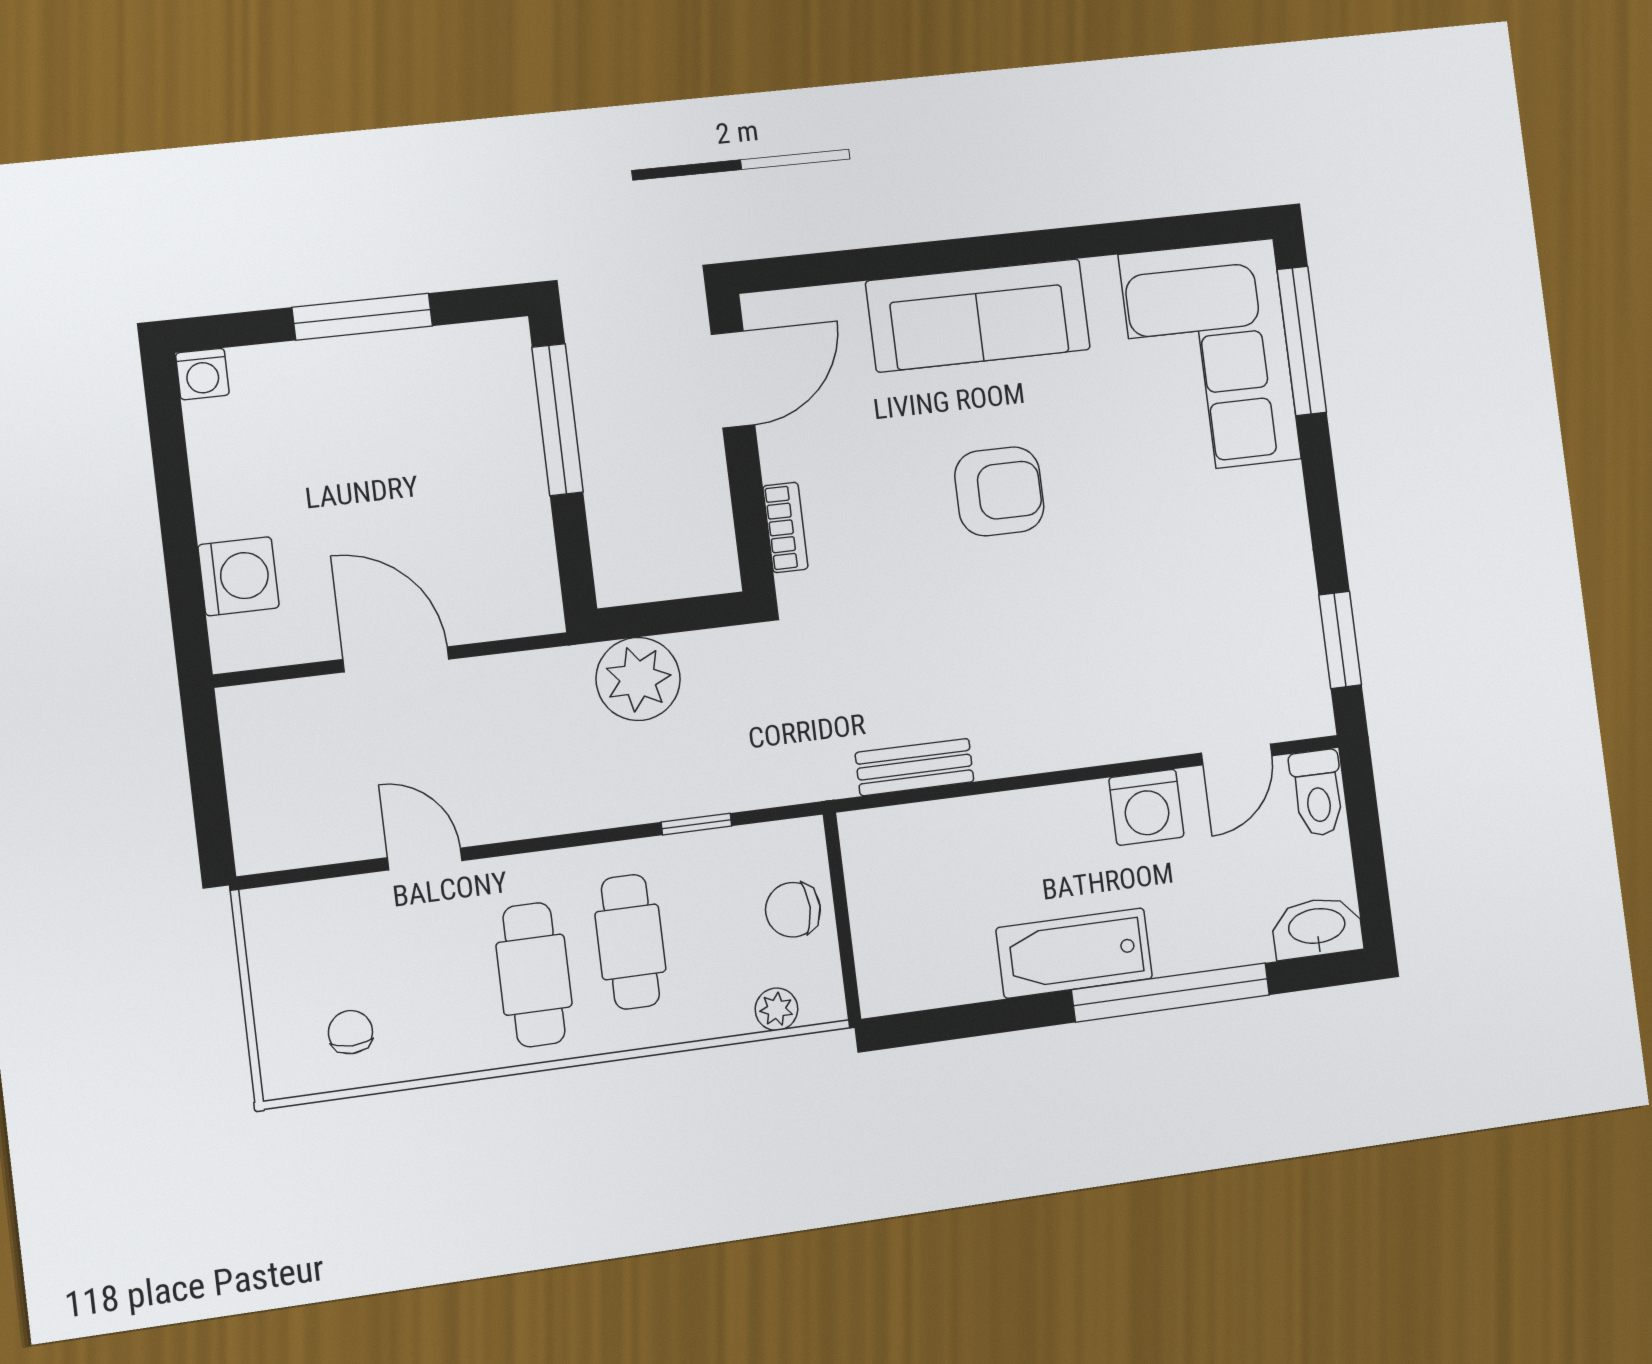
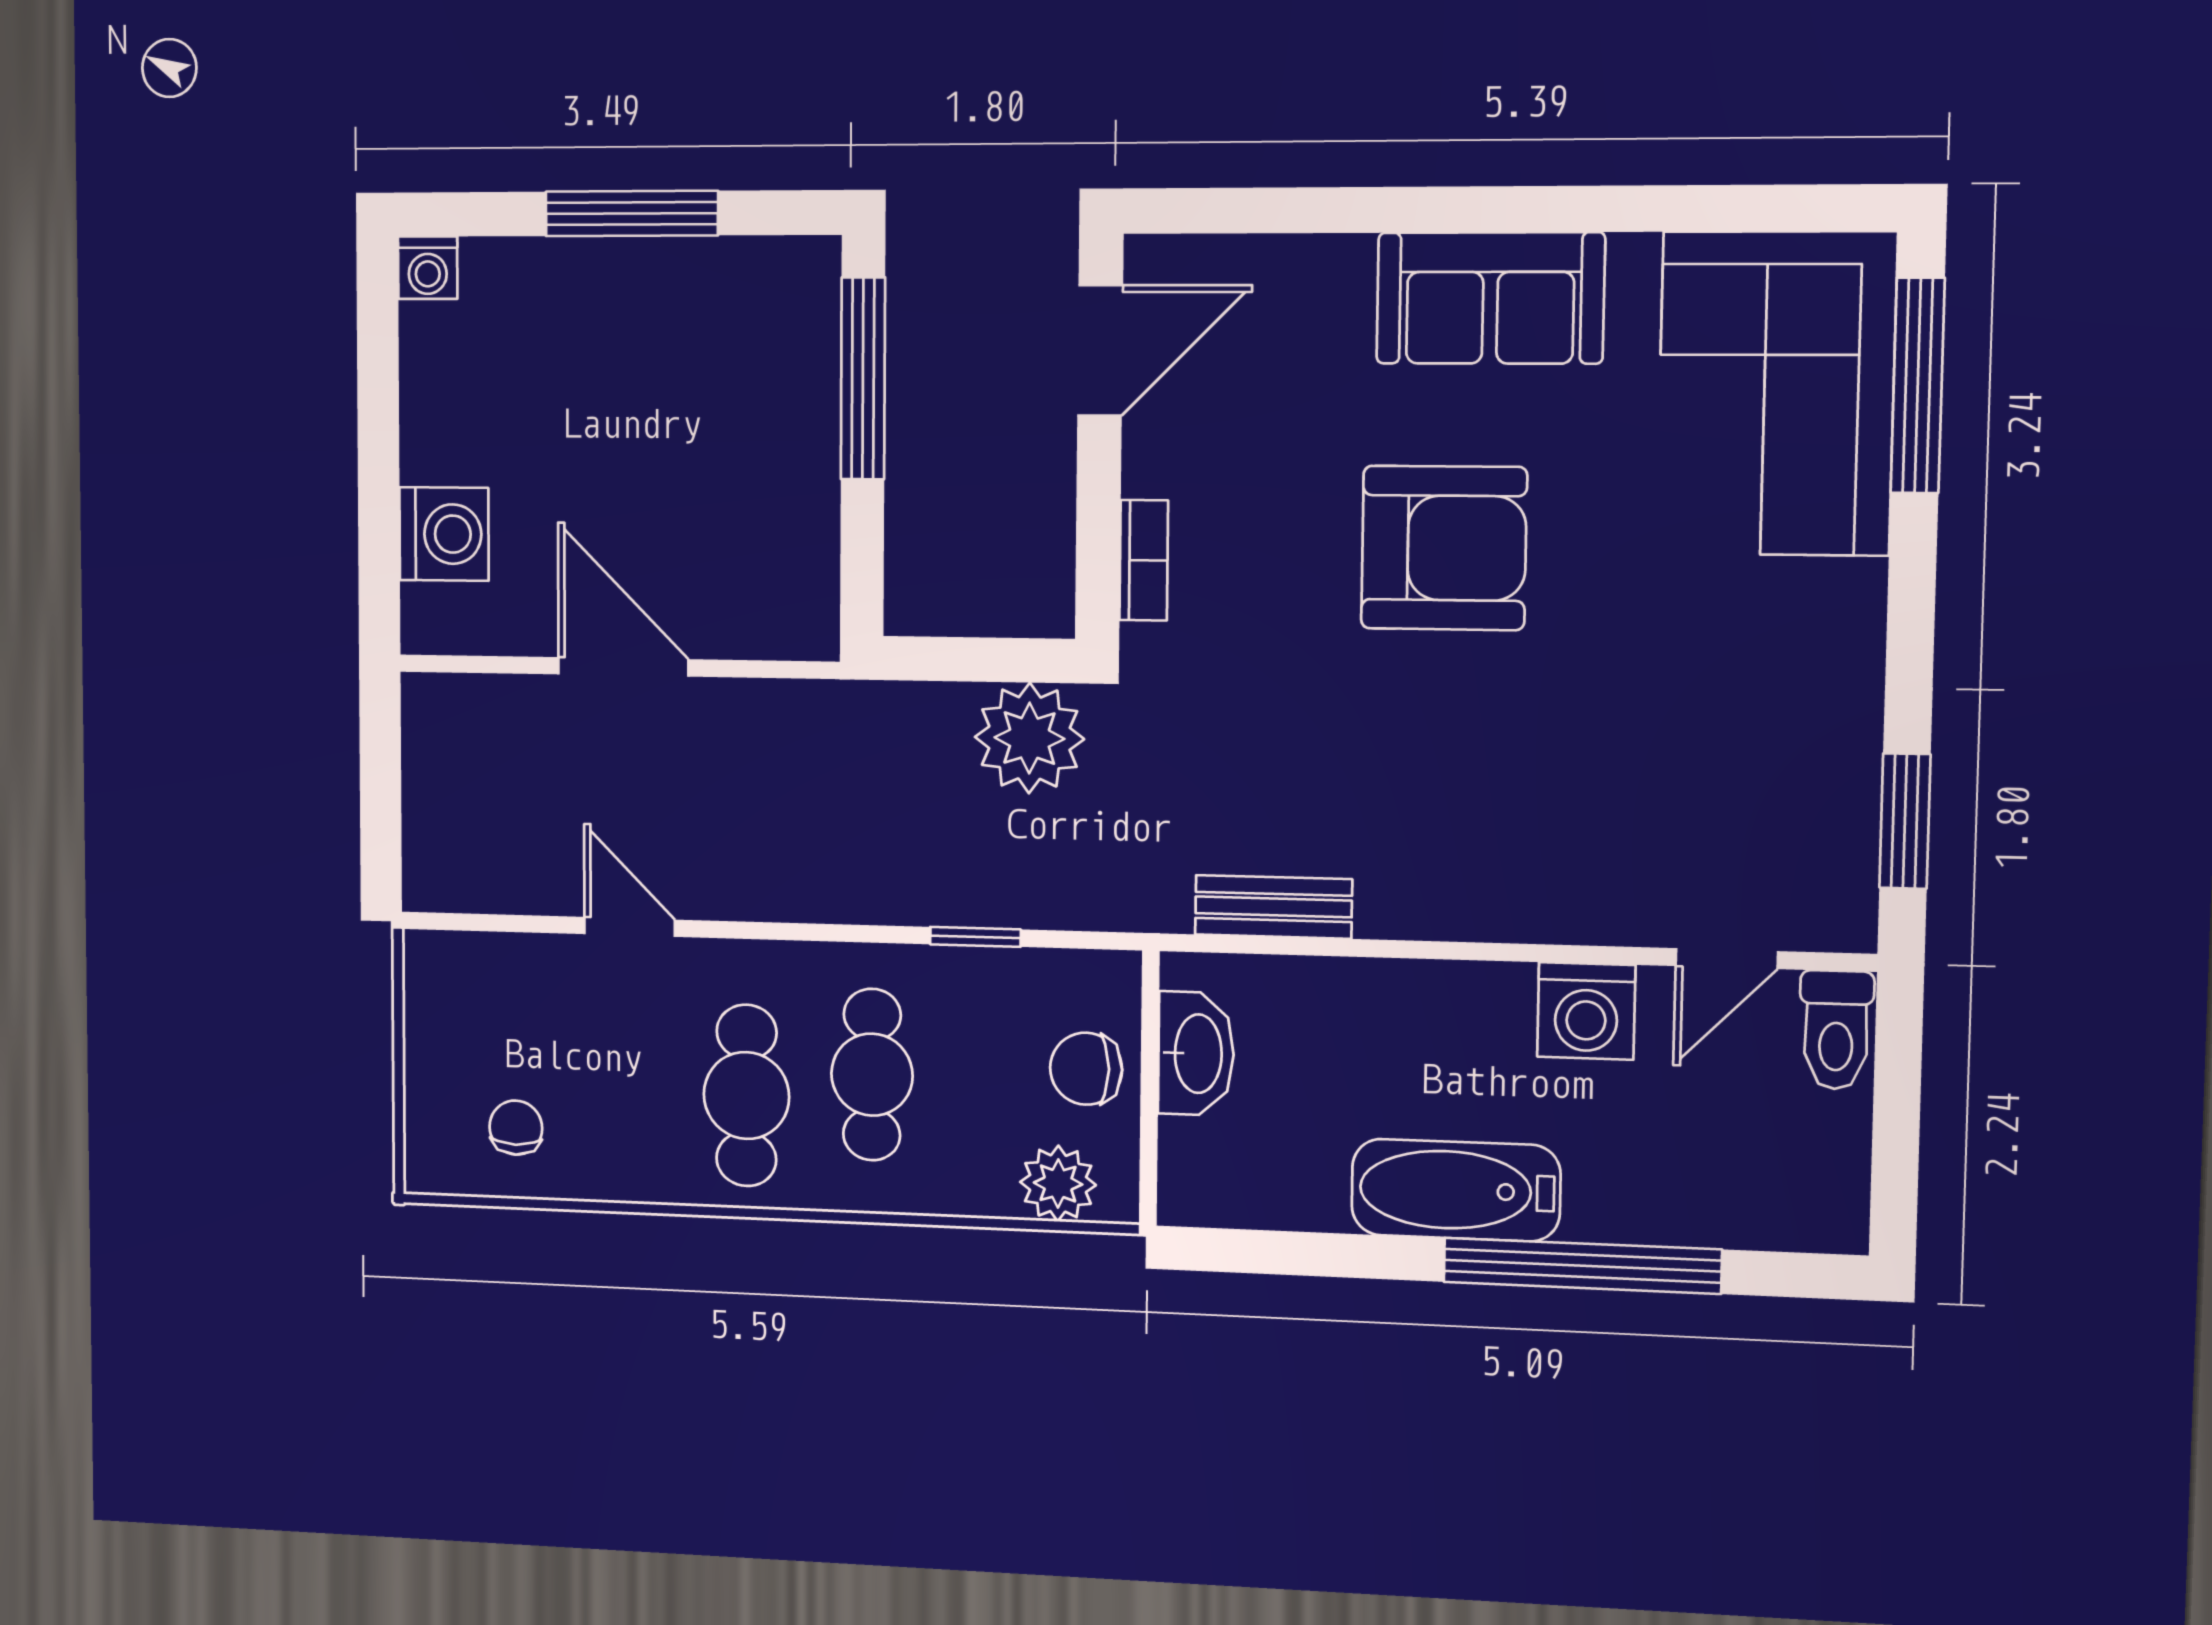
sofa: (978, 315) -> (1490, 298), width x0.73
armchair: (999, 491) -> (1444, 548), width x1.36, depth x1.36
plant: (638, 679) -> (1029, 738), moved
washbasin: (1317, 928) -> (1196, 1054), moved, turned 90
plant: (776, 1009) -> (1058, 1183), width x1.38, depth x1.38

